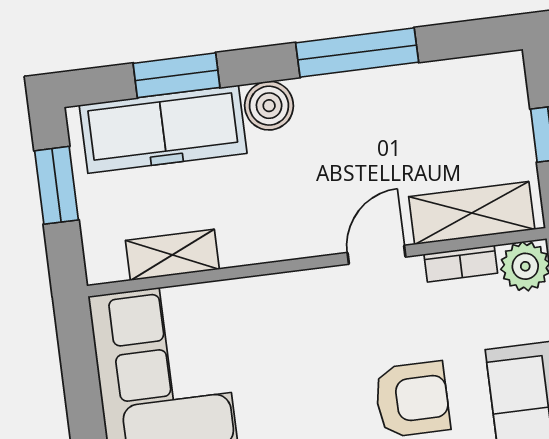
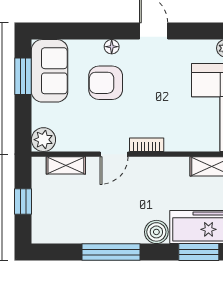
shelving: (472, 213) -> (66, 165), width x0.67, depth x0.75
bookcase: (461, 264) -> (147, 145), moved

